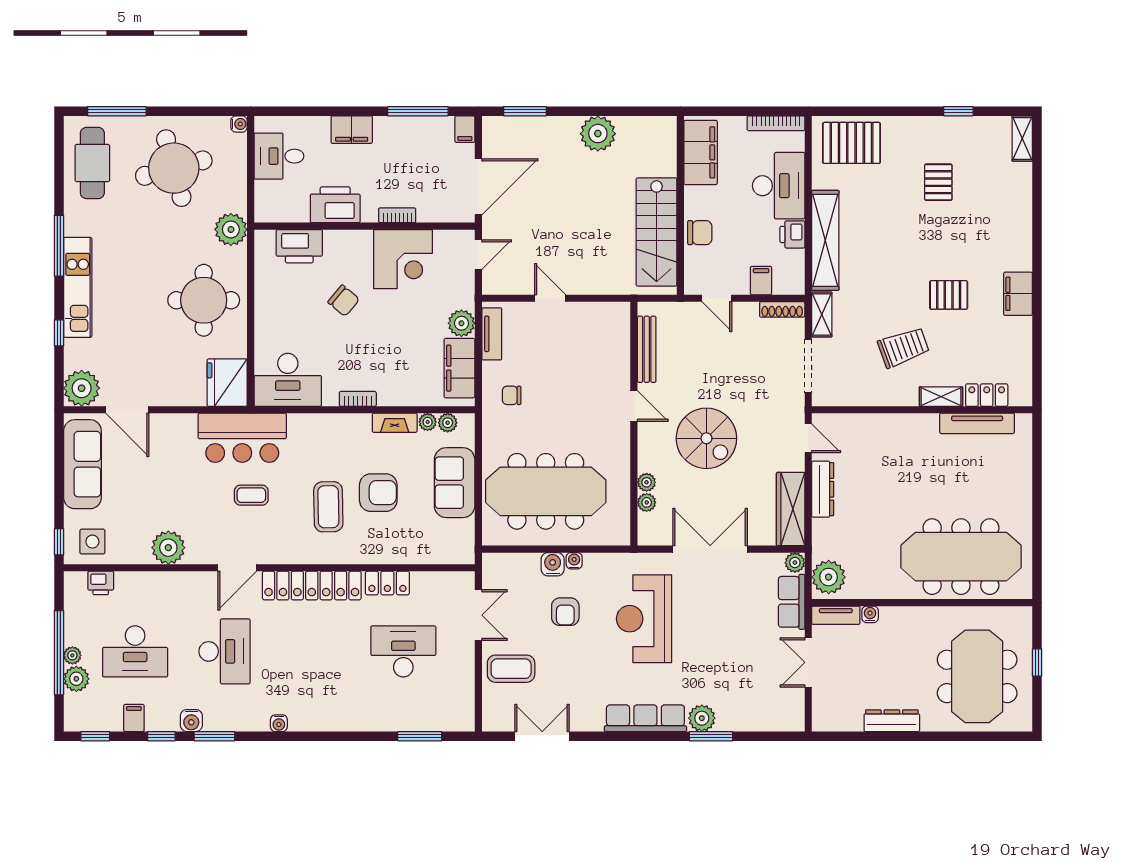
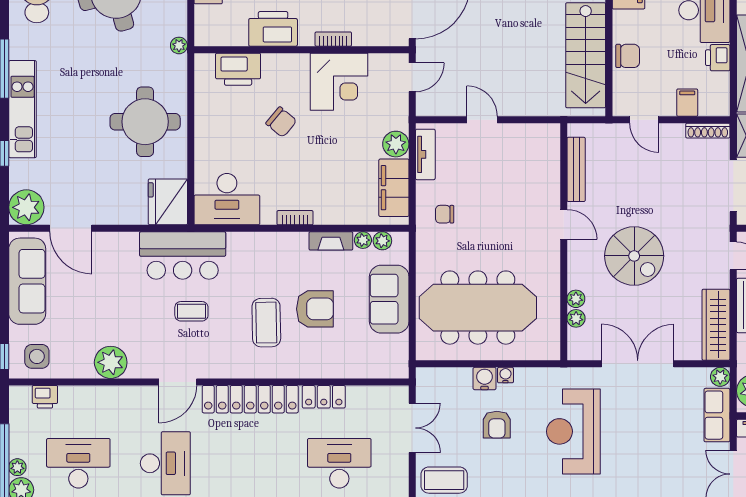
plant: (231, 229) -> (179, 45), width x0.53, depth x0.53
desk: (135, 651) -> (78, 463), turned 180

